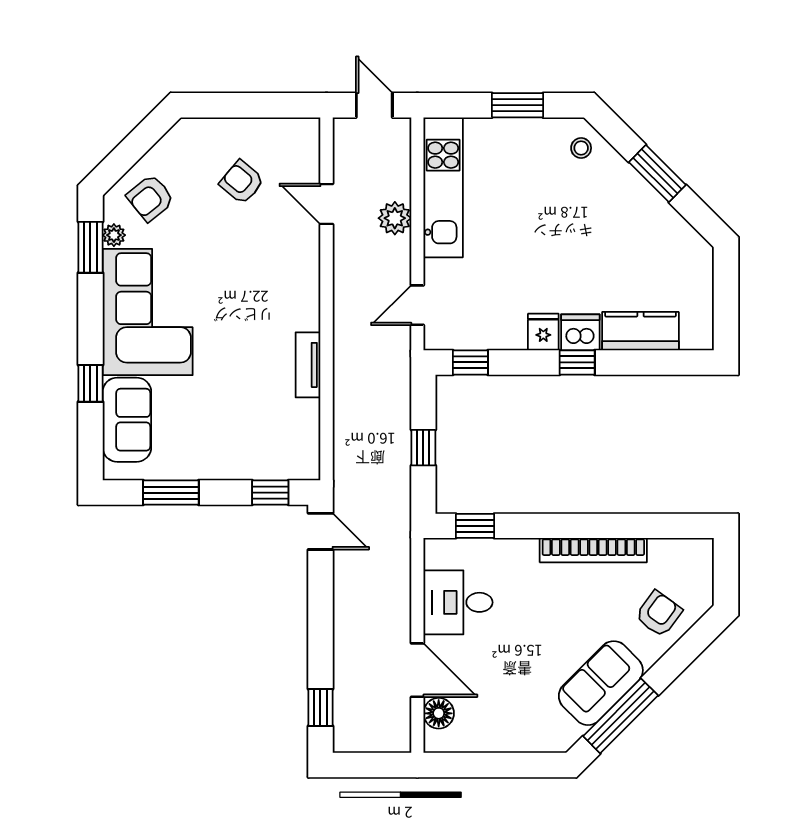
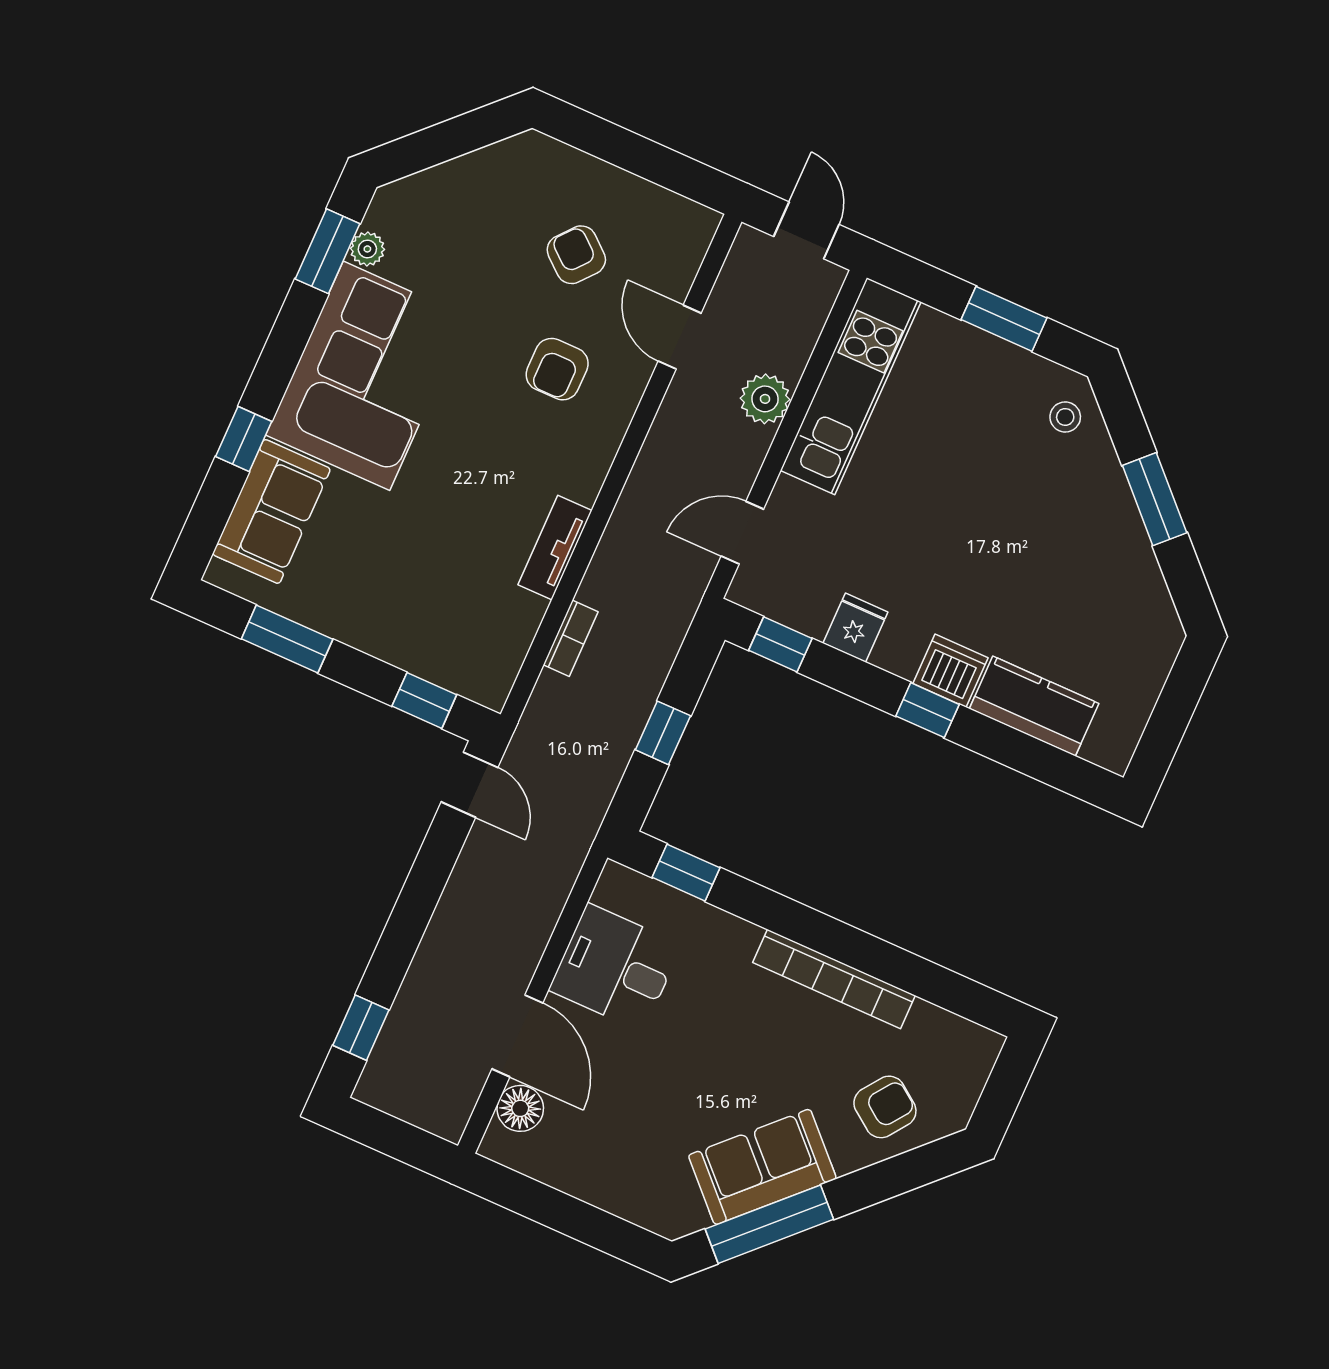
armchair: (150, 198) -> (557, 369), moved, turned -51
fridge: (543, 332) -> (855, 628), moved
bookcase: (342, 415) -> (571, 638), added

